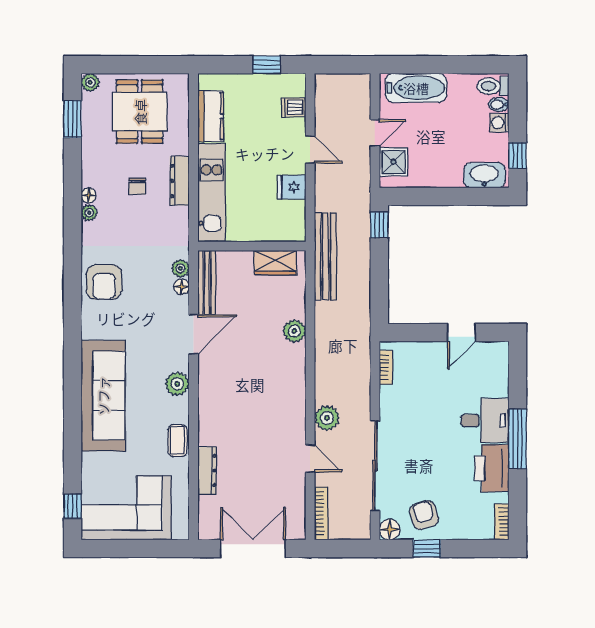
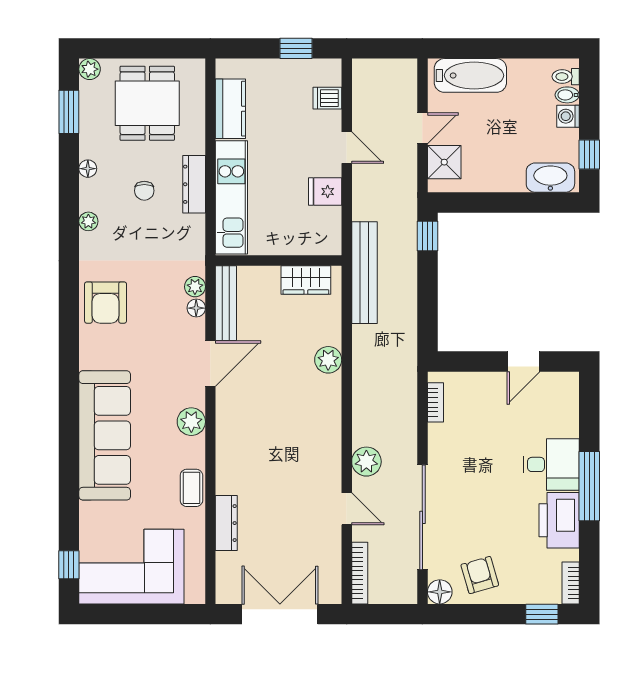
toilet: (493, 86) -> (566, 77), width x0.73, depth x0.72
floor lamp: (89, 195) -> (88, 169), moved
window: (427, 548) -> (542, 614), moved

